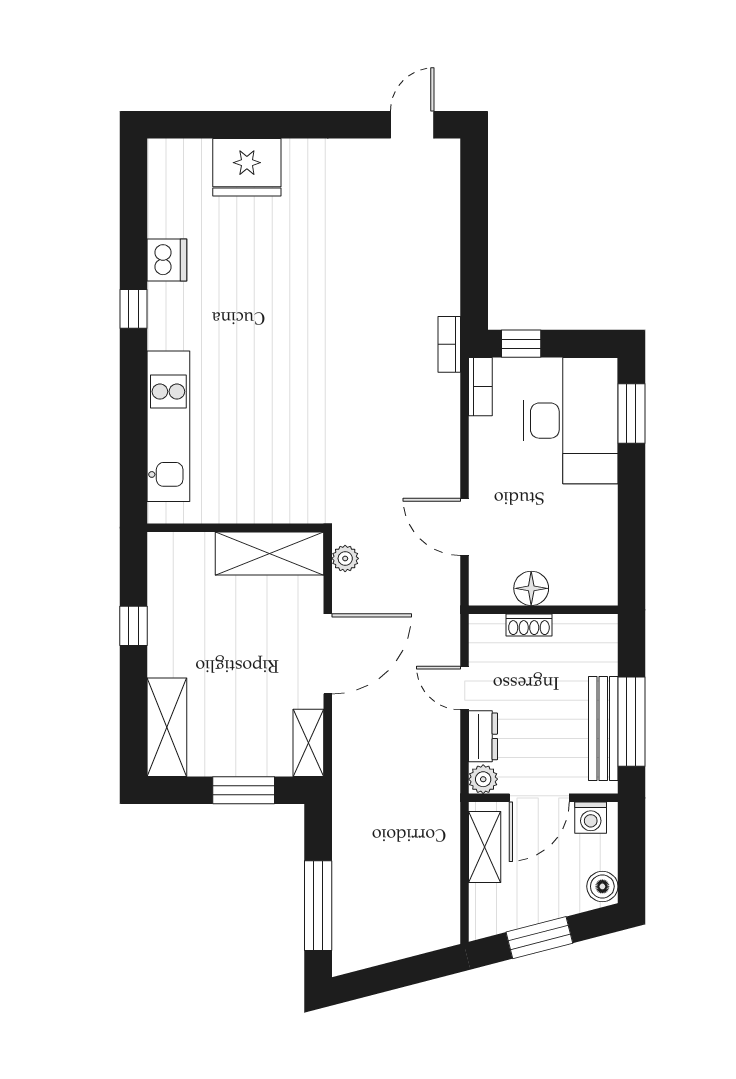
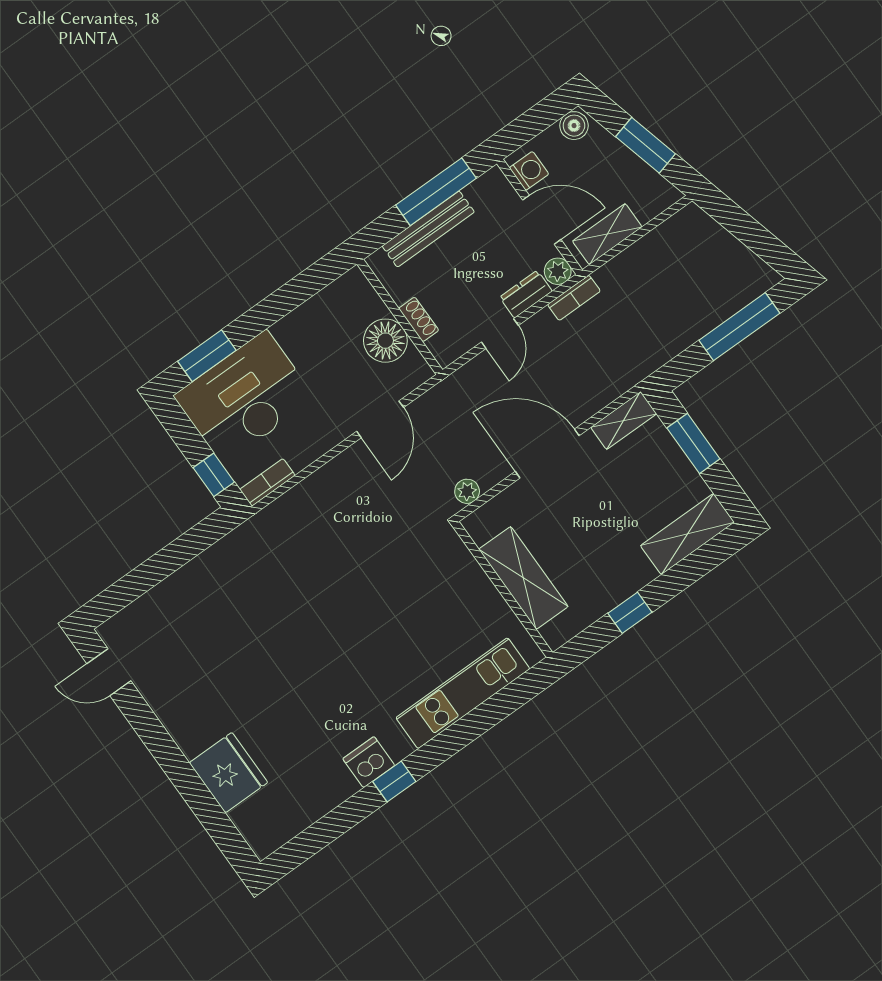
dishwasher: (167, 260) -> (369, 762), moved
bookcase: (449, 344) -> (574, 298), moved
shelving: (269, 553) -> (523, 578), moved
floor lamp: (531, 588) -> (385, 341), width x1.38, depth x1.38
bench: (603, 728) -> (428, 229), moved

